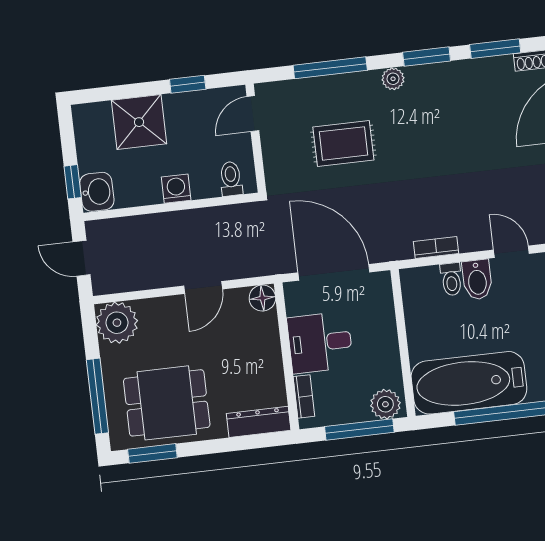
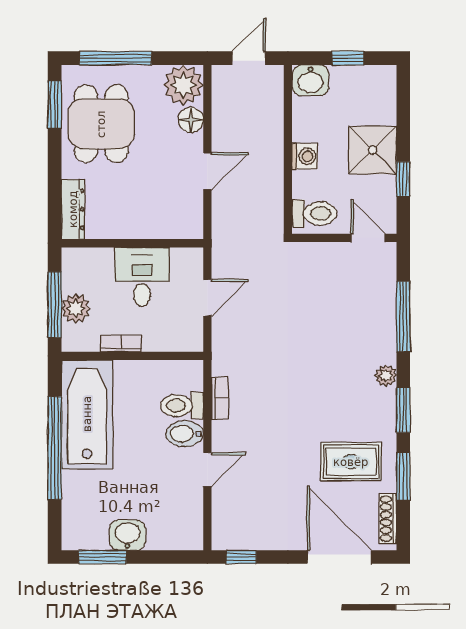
shower: (139, 122) -> (373, 150), moved
rug: (343, 143) -> (351, 462), moved, turned 90
toilet: (231, 179) -> (314, 213), width x1.37, depth x1.39
window: (73, 182) -> (348, 58), moved
door: (334, 272) -> (207, 298), width x0.53
toilet: (451, 279) -> (182, 406), width x1.37, depth x1.39
door: (203, 287) -> (207, 171), swing flipped
floor lamp: (262, 298) -> (191, 120), moved
bookcase: (304, 396) -> (121, 344), moved, turned 180
plant: (385, 404) -> (76, 308), moved

